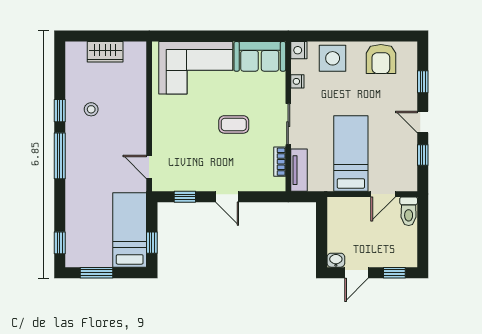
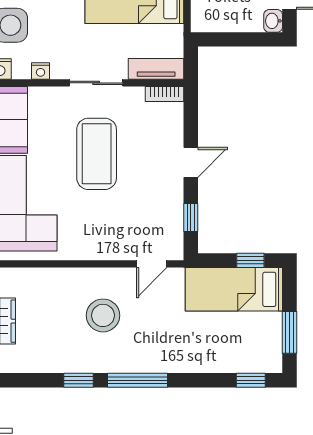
stool: (91, 109) -> (103, 315), moved, width x1.89, depth x1.89
coffee table: (234, 124) -> (97, 154), width x1.86, depth x1.72
bookcase: (280, 162) -> (165, 94), moved

